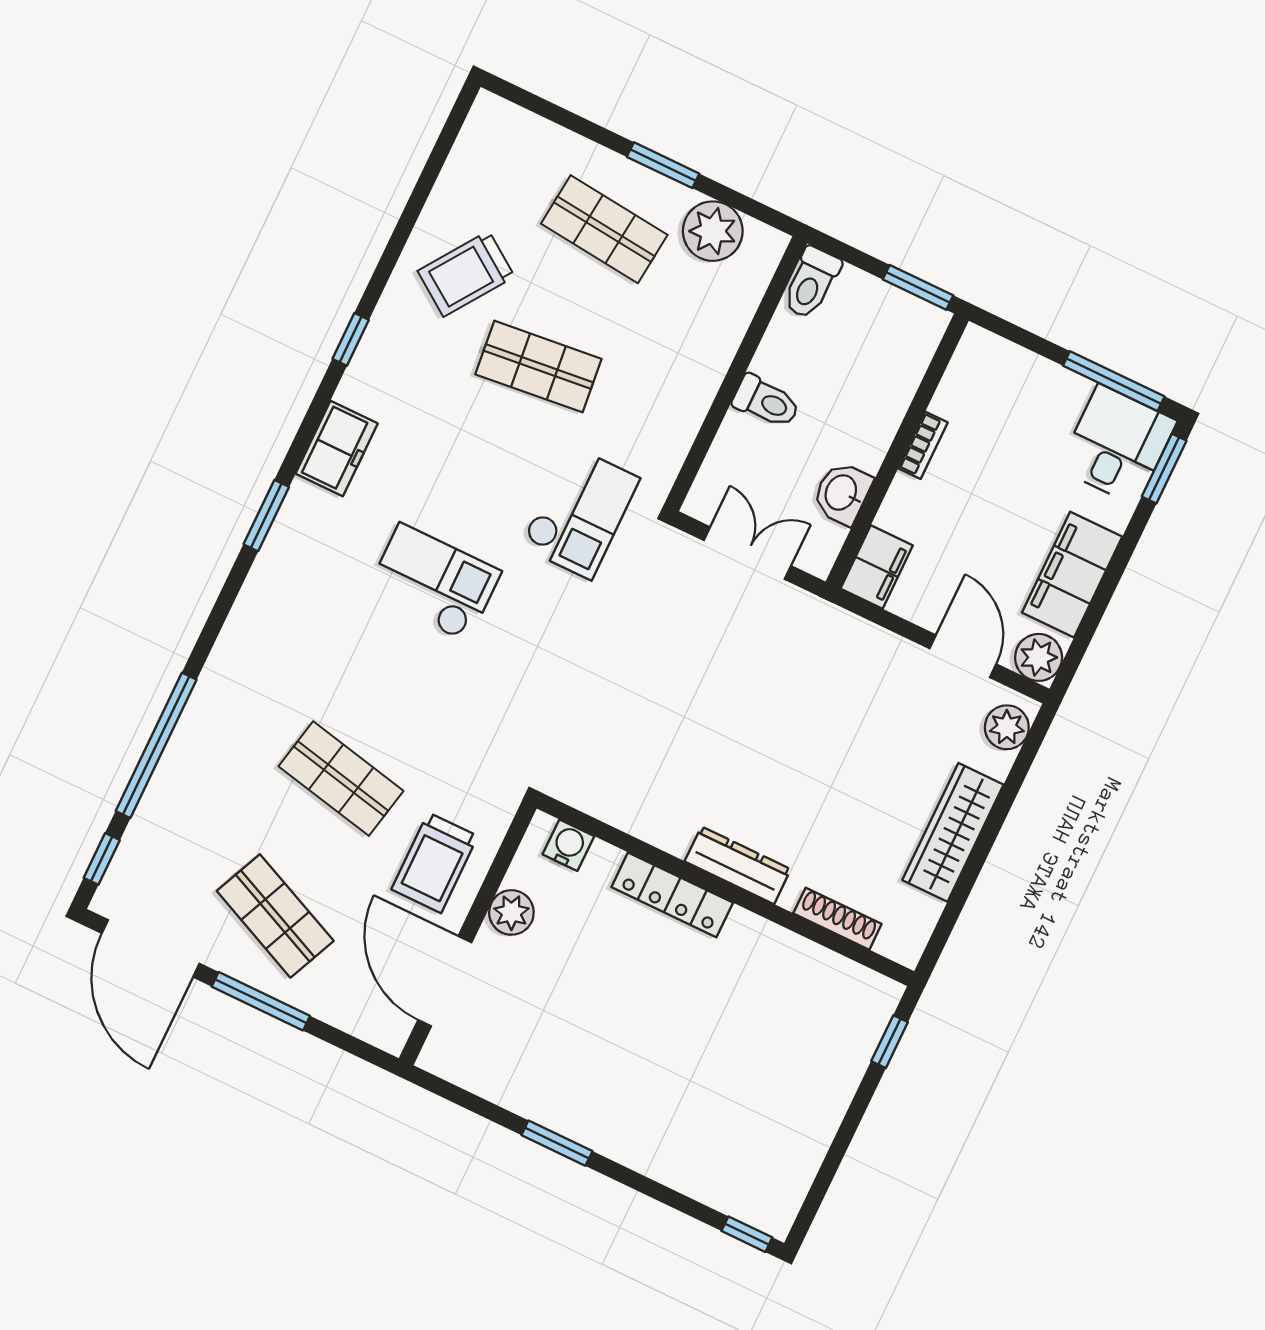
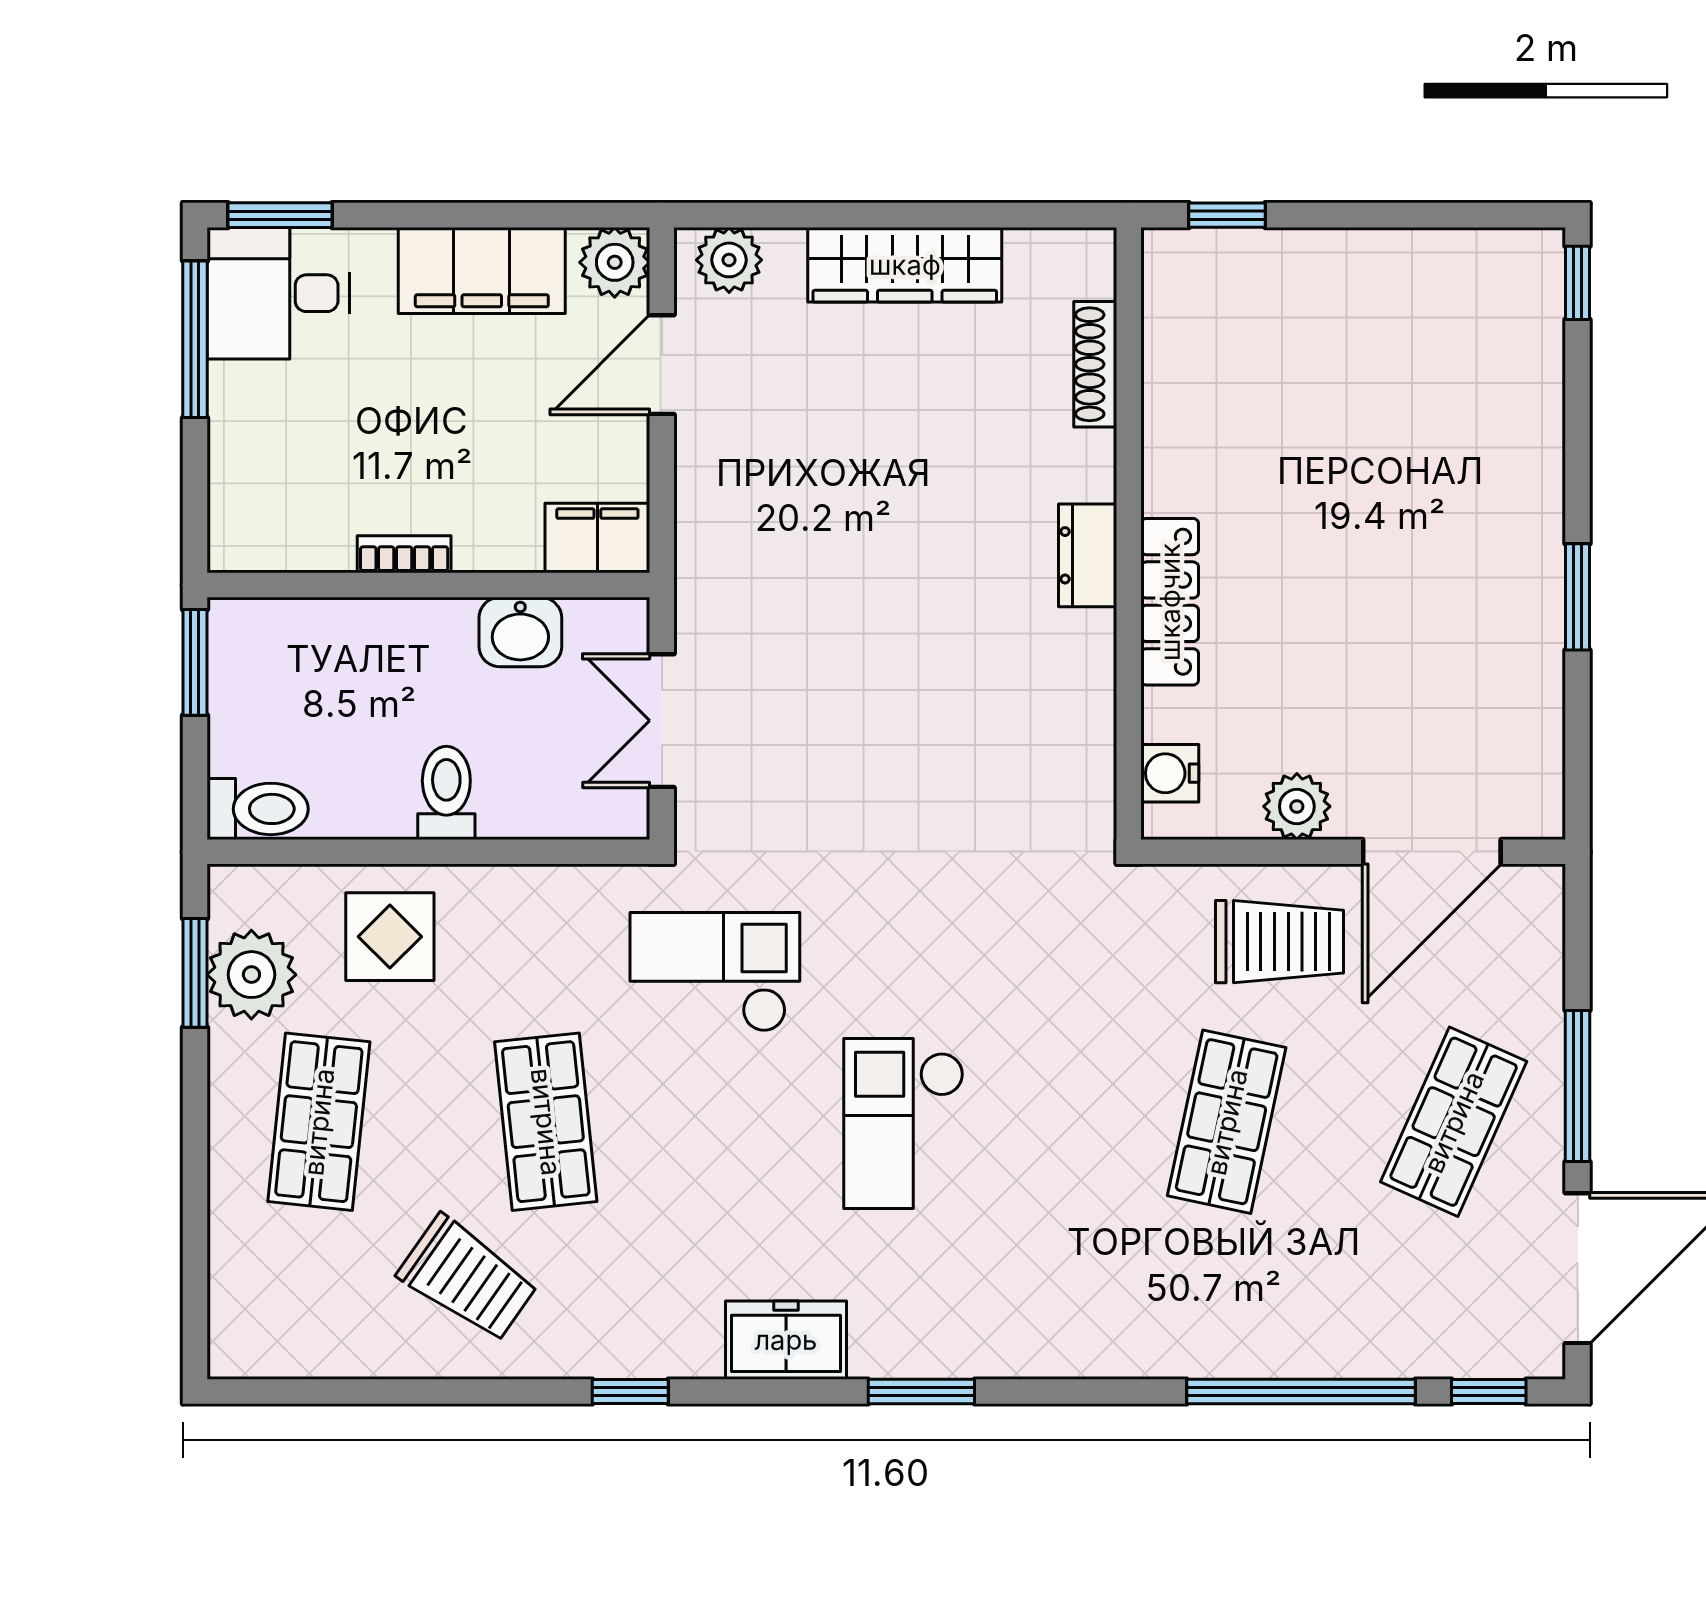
window: (663, 165) -> (195, 973), moved
display table: (696, 326) -> (390, 937), added
dresser: (738, 865) -> (1088, 555), width x0.70

